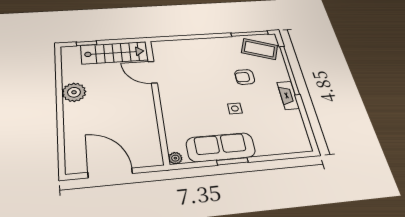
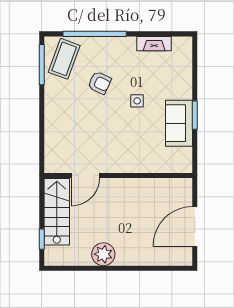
armchair: (245, 77) -> (100, 83), turned -65
fireplace: (288, 95) -> (154, 44), moved
sofa: (221, 147) -> (179, 123), width x0.73
plant: (175, 158) -> (186, 167), removed

